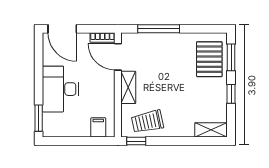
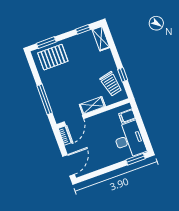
desk: (61, 89) -> (129, 140), moved, turned -90
window: (231, 94) -> (83, 29), moved
window: (136, 141) -> (123, 75), moved

